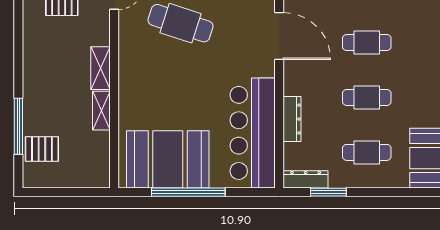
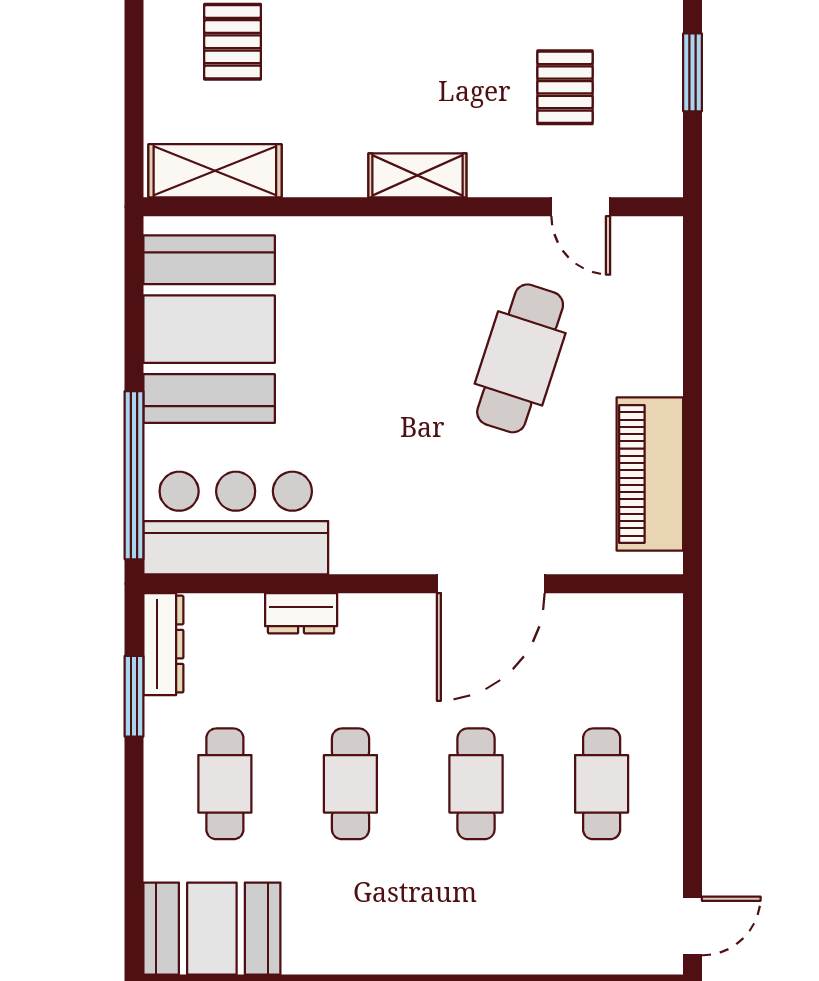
shelving: (101, 111) -> (215, 171), moved, width x1.50, depth x1.33
dresser: (292, 119) -> (301, 613), width x0.70
bar counter: (253, 133) -> (236, 523), width x0.73
window: (188, 192) -> (134, 475), moved

